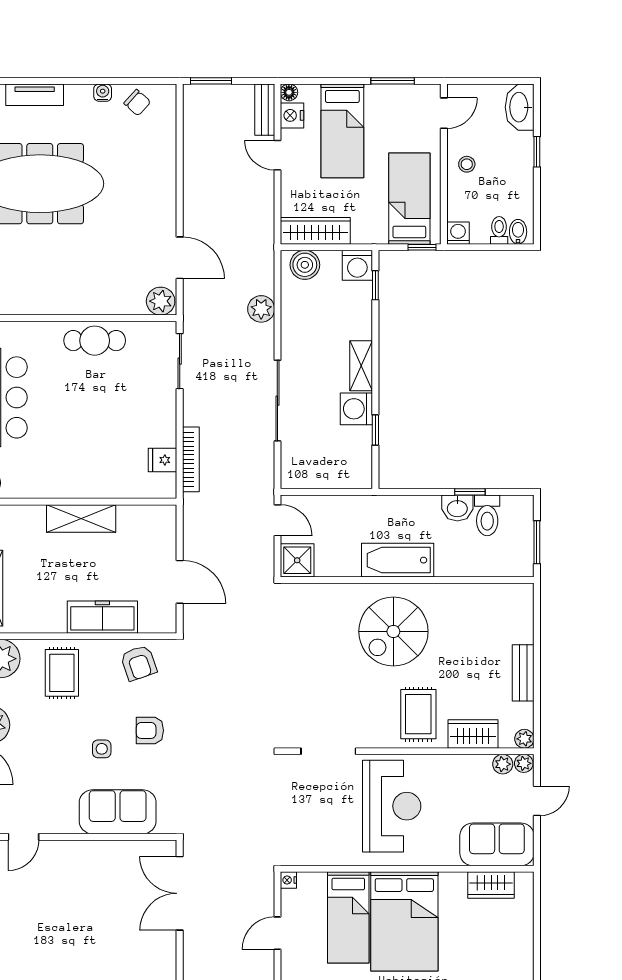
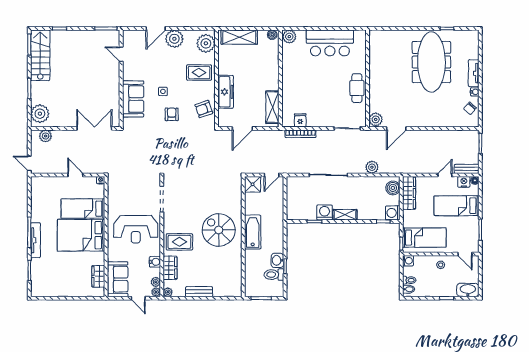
tv unit: (35, 95) -> (474, 73), moved
shelving: (81, 518) -> (272, 107), moved
water cooler: (460, 766) -> (155, 262), added

